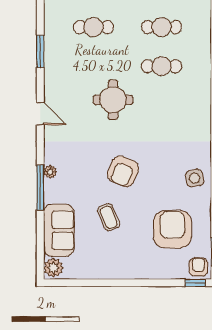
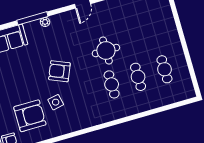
cafe table: (94, 27) -> (112, 84), moved
side table: (195, 178) -> (56, 102), moved
coffee table: (109, 217) -> (26, 70), removed

